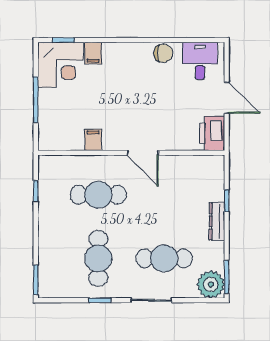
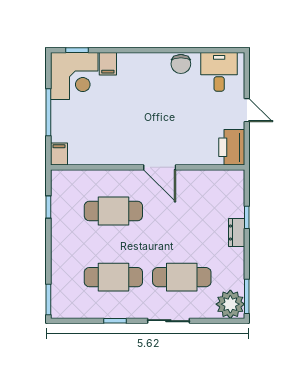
chair: (163, 53) -> (181, 64), turned 90
door: (227, 98) -> (247, 110), width x0.73
filing cabinet: (93, 140) -> (59, 154), moved
dresser: (217, 221) -> (237, 233), width x0.70
cafe table: (98, 258) -> (113, 277), turned 90

